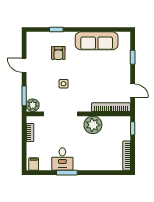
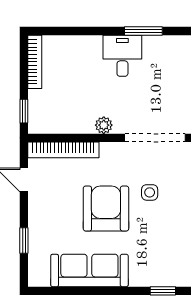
armchair: (58, 53) -> (106, 209), moved, width x1.88, depth x1.88
plant: (93, 125) -> (104, 125), width x0.53, depth x0.53
desk: (62, 159) -> (122, 56), moved

